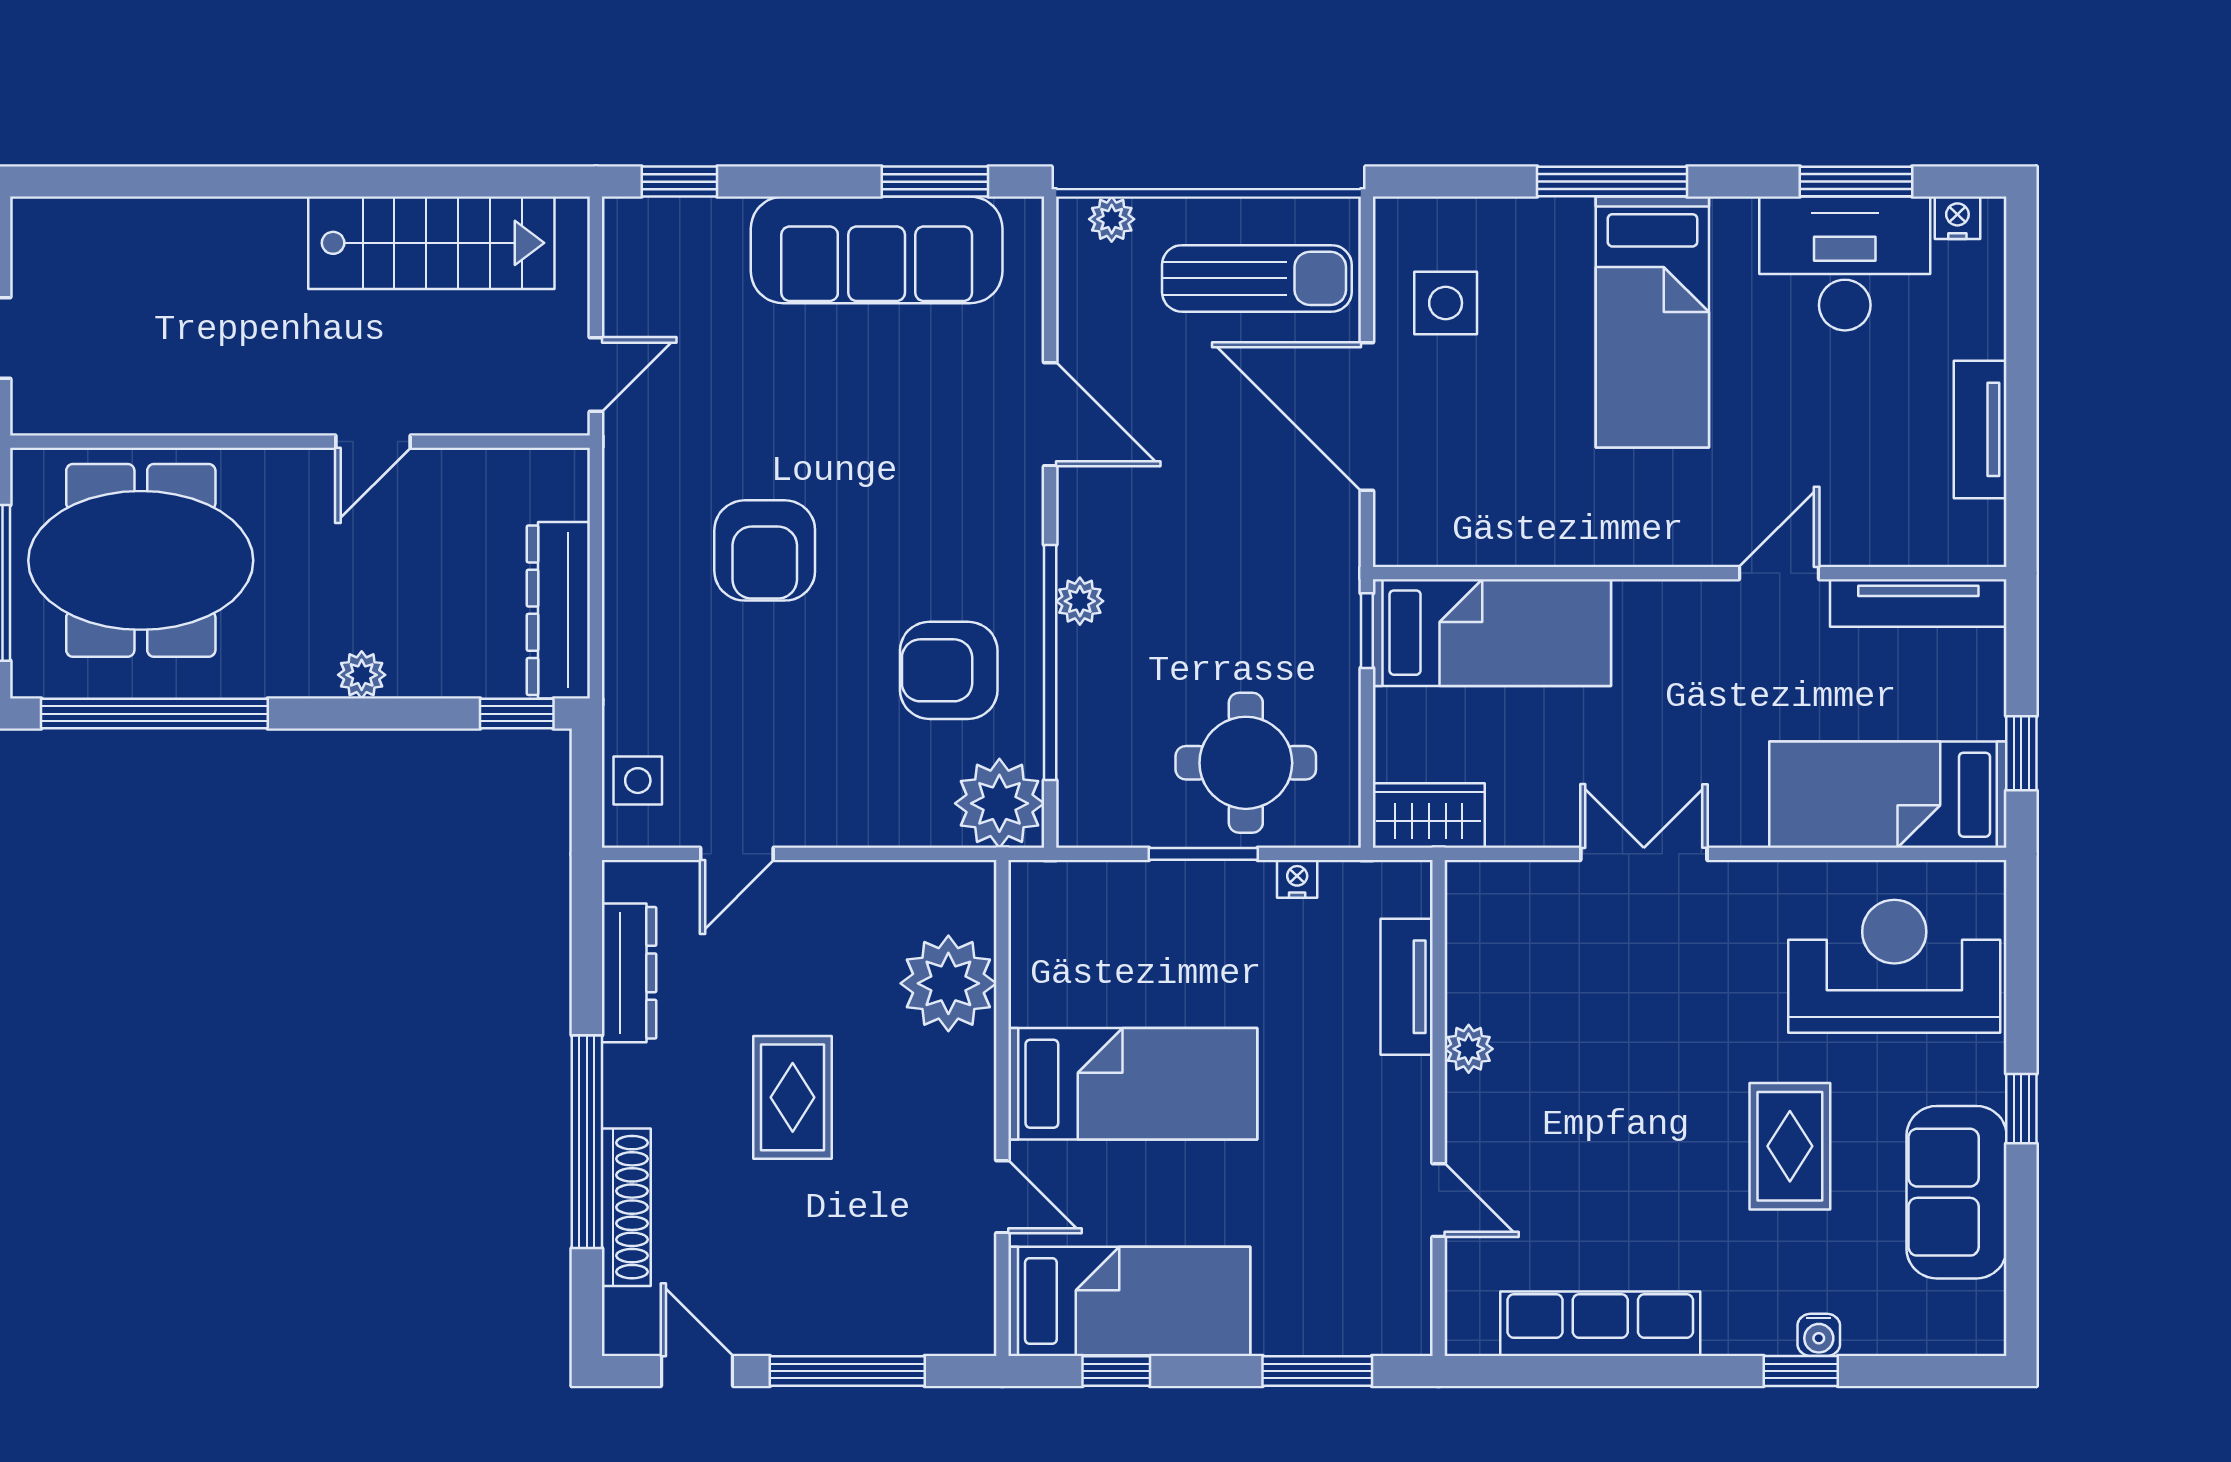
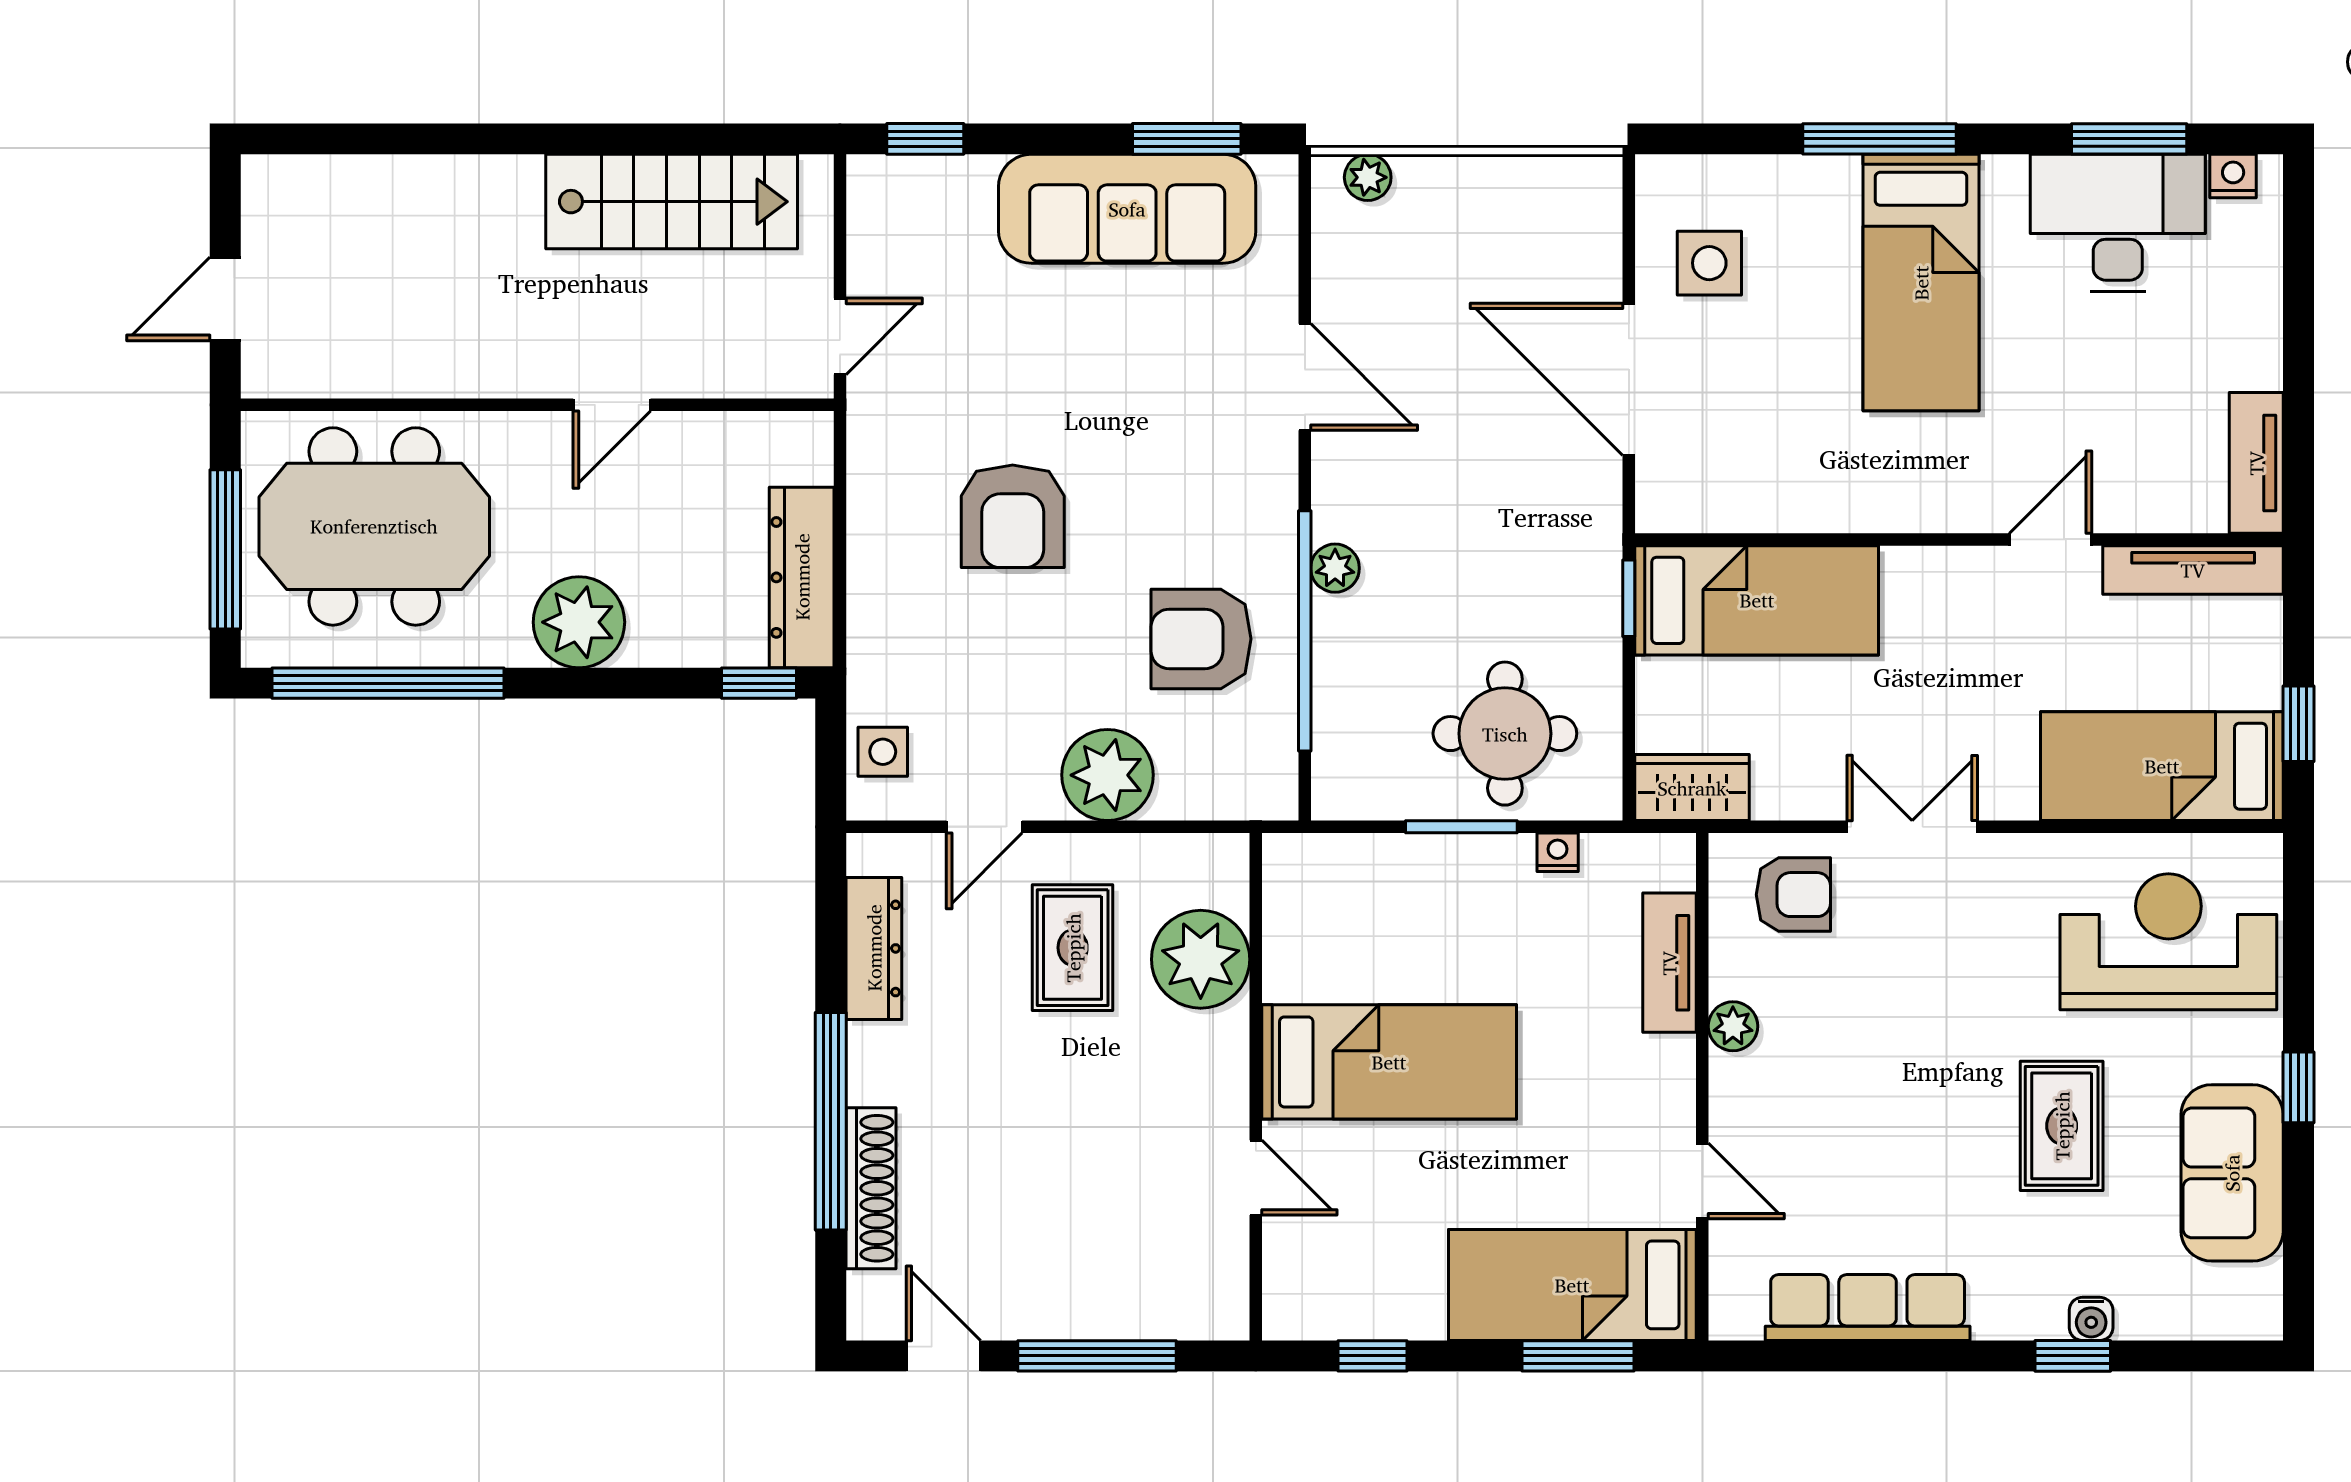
sun lounger: (1257, 278) -> (1516, 238), removed
tv unit: (1980, 429) -> (2256, 463), moved
plant: (362, 675) -> (579, 622), width x1.87, depth x1.87
plant: (999, 803) -> (1107, 775), moved
armchair: (1528, 920) -> (1793, 895), added
rug: (793, 1097) -> (1073, 948), moved
bed: (1129, 1301) -> (1572, 1285), moved, turned 180

